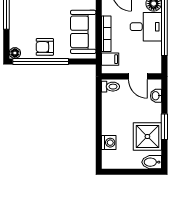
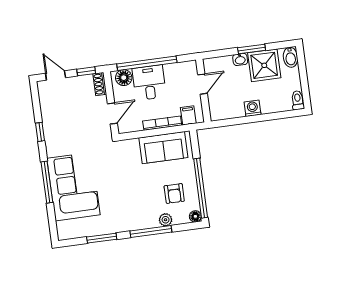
plant: (15, 25) -> (166, 220), added
armchair: (45, 47) -> (174, 194), moved
toilet: (111, 87) -> (298, 100), moved
washbasin: (156, 96) -> (240, 59), moved
washing machine: (109, 143) -> (252, 108), moved

